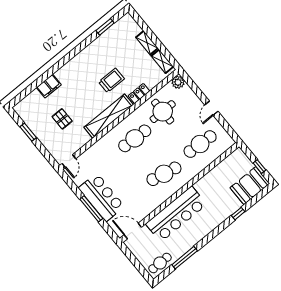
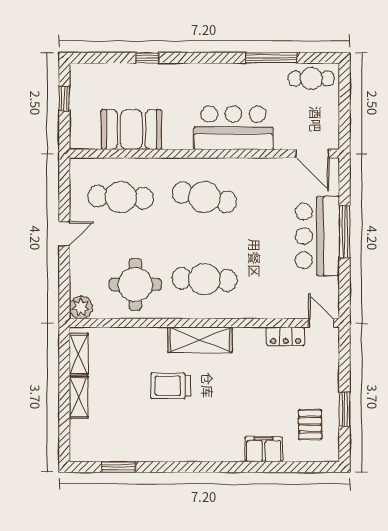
locker: (139, 94) -> (286, 336), moved
shelving: (109, 116) -> (200, 340), width x0.68
pallet: (62, 119) -> (310, 425), moved
door: (69, 161) -> (321, 323), hinge flipped
booth: (250, 186) -> (131, 129), moved
bar counter: (176, 214) -> (233, 128), width x0.73

